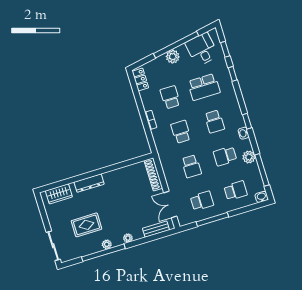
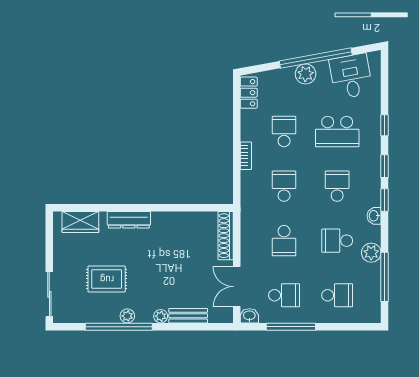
window: (225, 49) -> (384, 166), moved
school desk: (214, 121) -> (337, 186), turned 180
washbasin: (262, 197) -> (249, 316), moved
bench: (156, 229) -> (188, 316), moved

